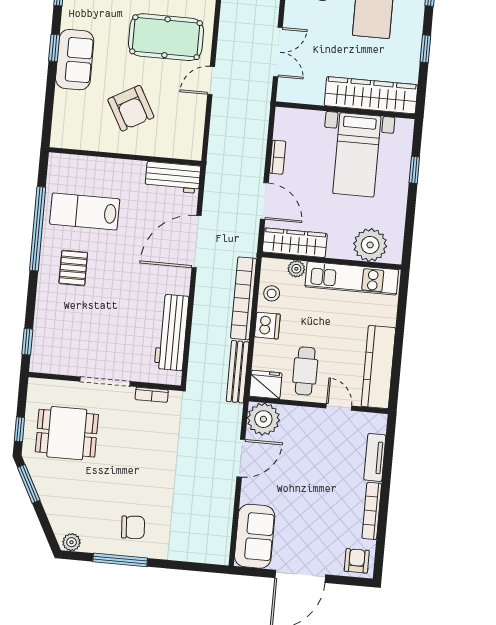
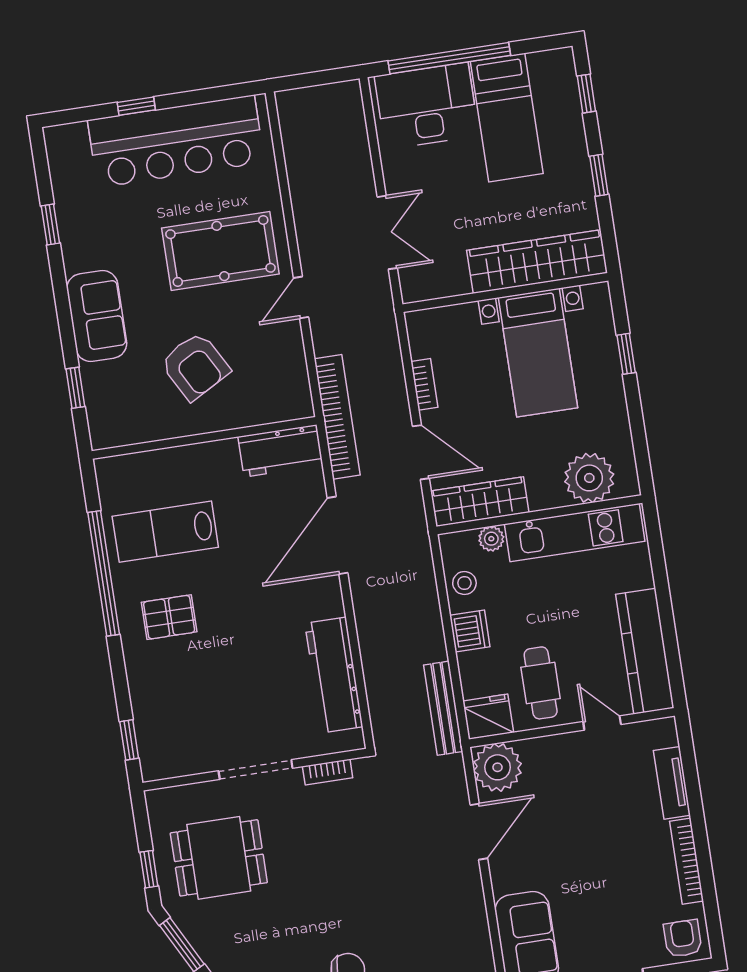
window: (54, 48) -> (75, 388), moved
pallet: (73, 268) -> (169, 617), turned 90
bookcase: (244, 298) -> (337, 417), moved, turned 180

